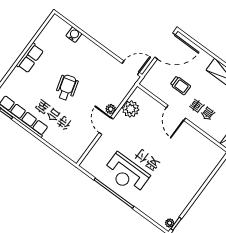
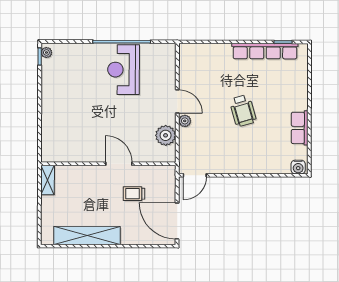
water cooler: (74, 35) -> (298, 167), moved
door: (165, 46) -> (177, 221), hinge flipped
row of seats: (30, 58) -> (300, 128), moved
reception desk: (126, 174) -> (124, 70), turned -90

